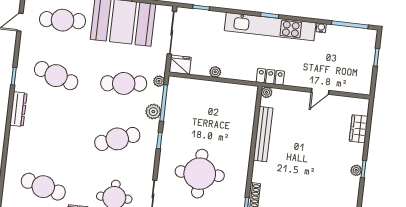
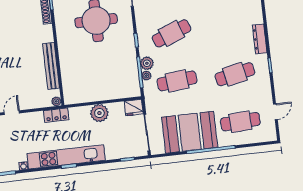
plant: (215, 72) -> (99, 113), width x1.88, depth x1.88
cafe table: (56, 76) -> (235, 74), turned -30
plant: (159, 81) -> (146, 76), moved

